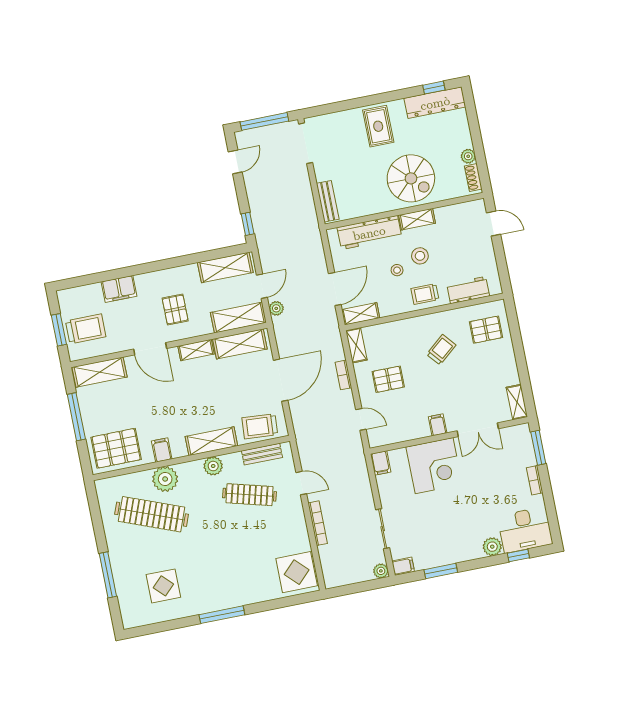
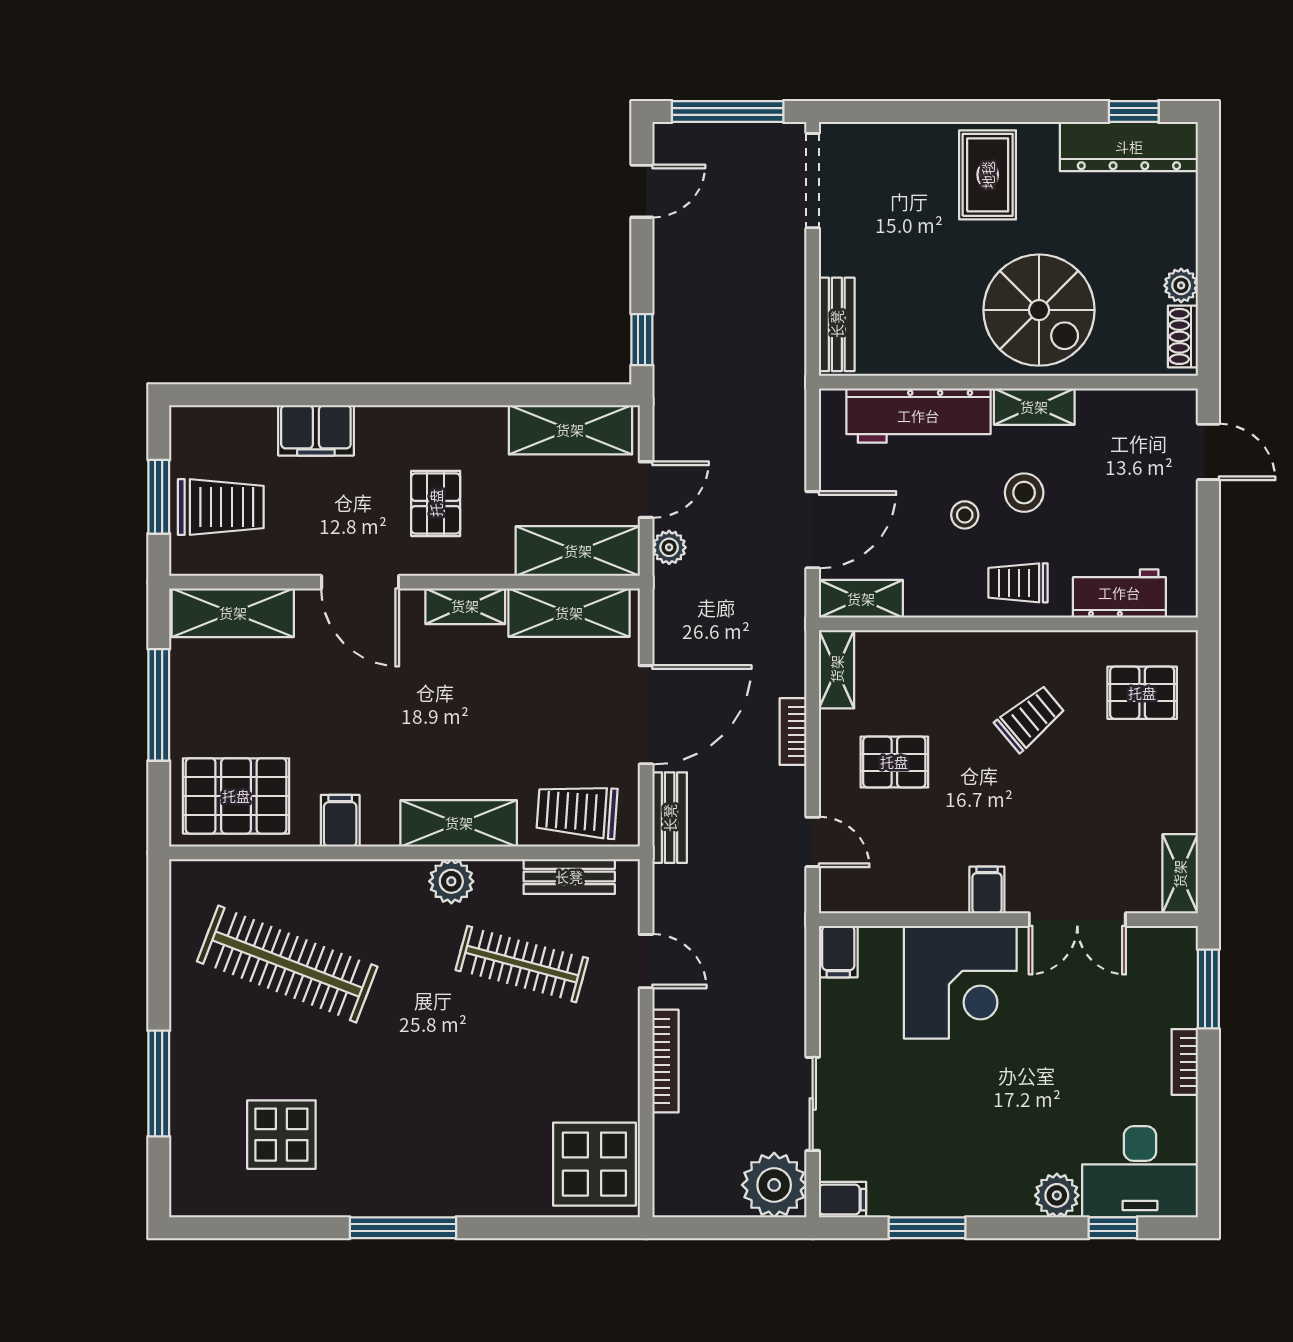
bench: (299, 421) -> (670, 818), added
plant: (165, 479) -> (335, 889), removed
plant: (381, 571) -> (774, 1185), width x1.88, depth x1.88

